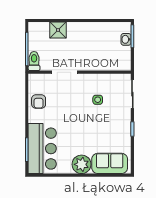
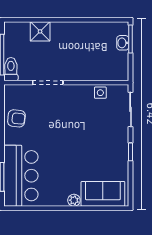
side table: (98, 100) -> (100, 93), moved
armchair: (39, 101) -> (16, 118), turned -84
plant: (81, 164) -> (74, 200), width x0.53, depth x0.53

